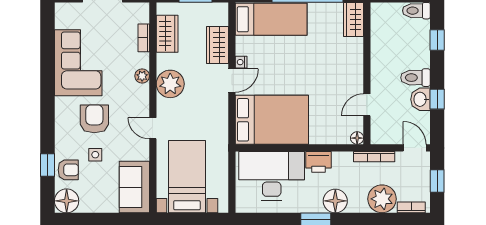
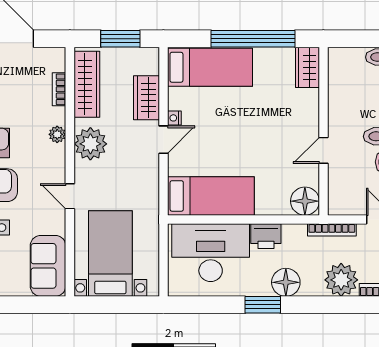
wardrobe: (167, 34) -> (87, 84), width x1.50
door: (367, 105) -> (323, 150), moved
bed: (272, 120) -> (211, 196), width x0.67
floor lamp: (357, 138) -> (305, 201), width x1.89, depth x1.89

